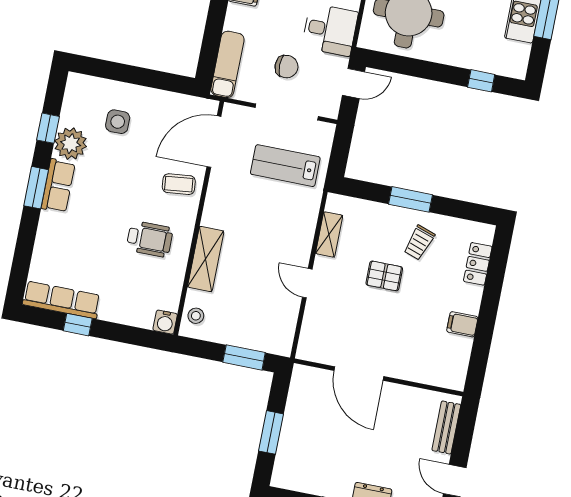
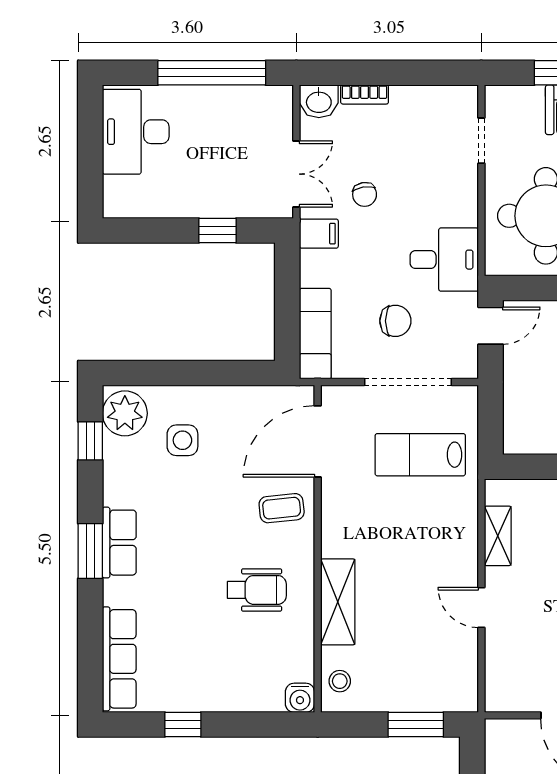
window: (48, 128) -> (90, 441), moved
plant: (71, 144) -> (125, 413), moved
row of seats: (62, 300) -> (119, 659), moved, turned 90

